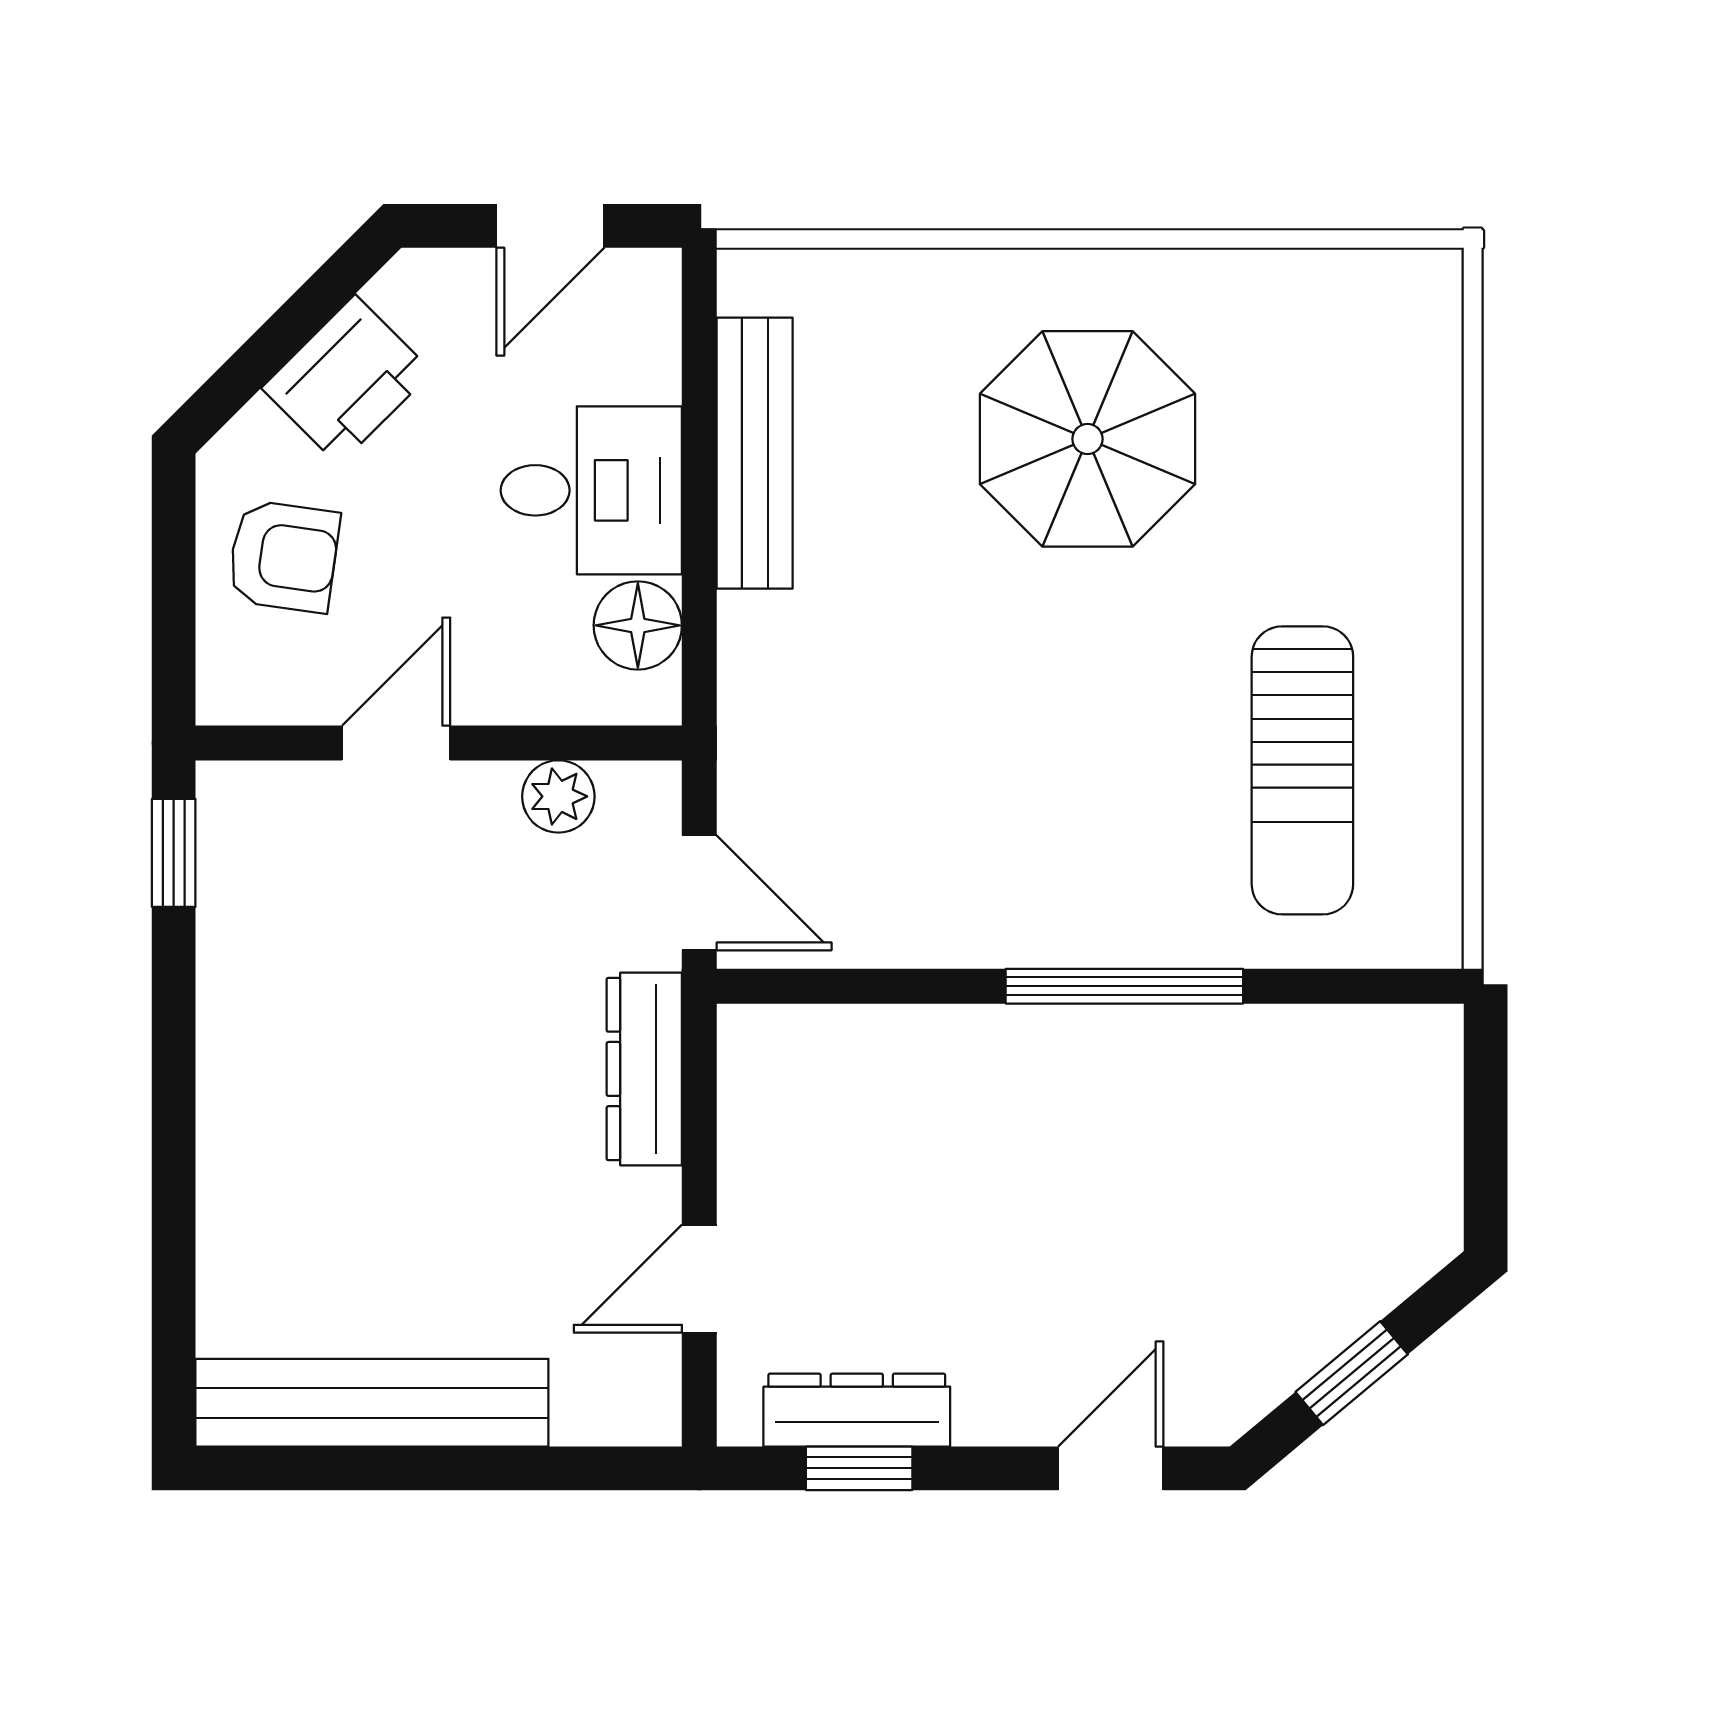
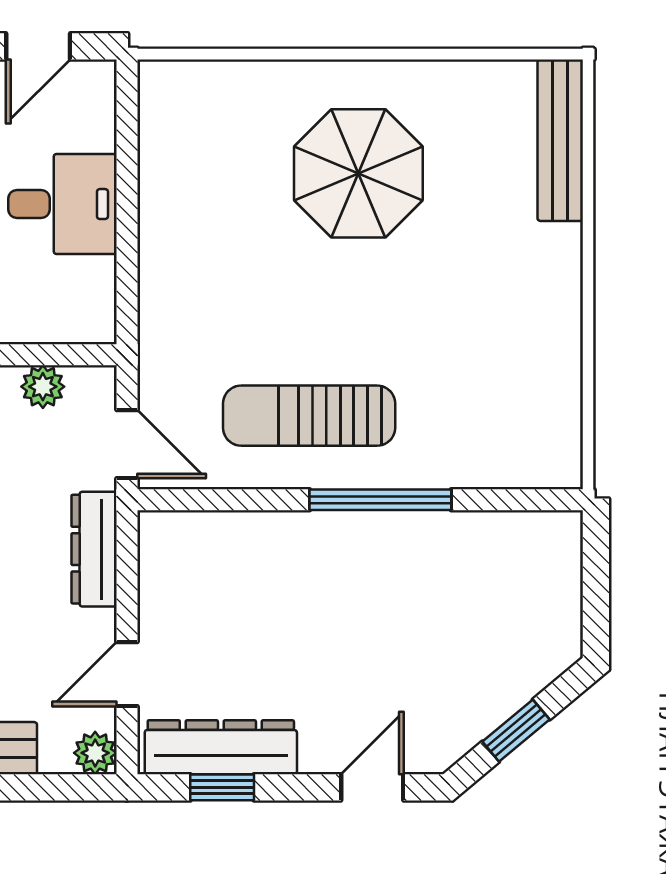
bench: (755, 453) -> (560, 140), moved
floor lamp: (638, 625) -> (90, 285), removed
sun lounger: (1302, 770) -> (309, 416), moved, turned 90
dresser: (857, 1410) -> (221, 747), width x1.37, depth x1.24
plant: (646, 1411) -> (95, 753), added

